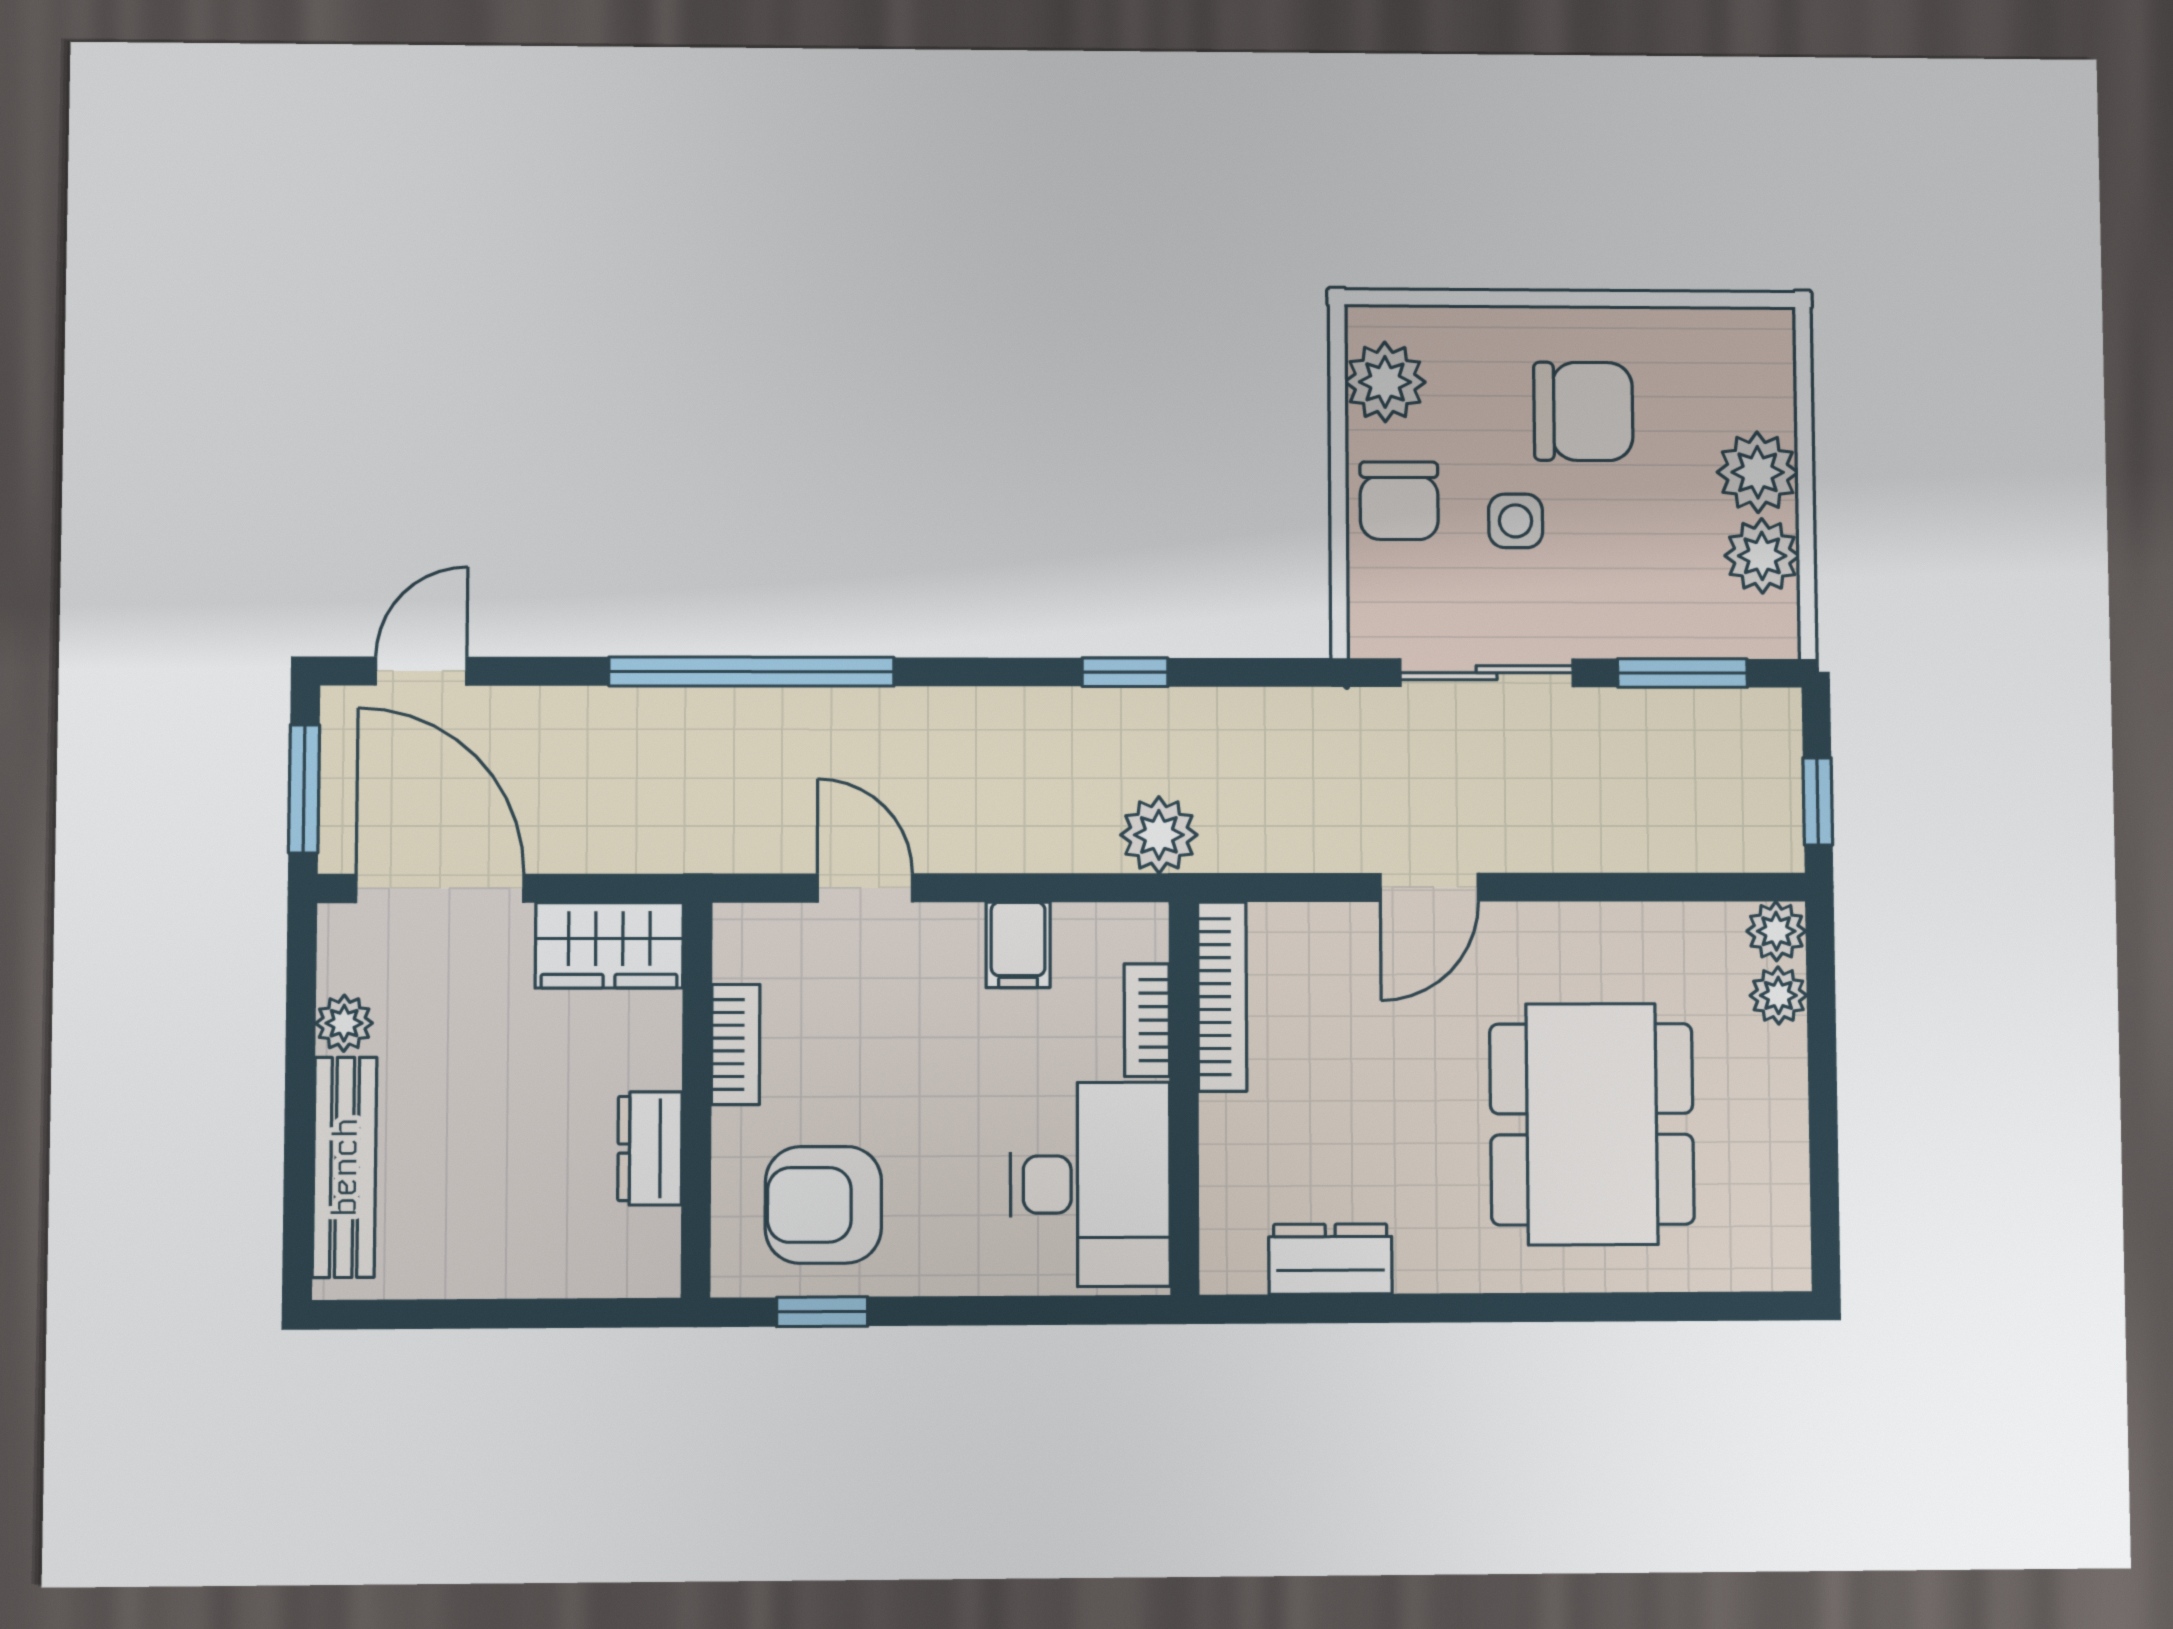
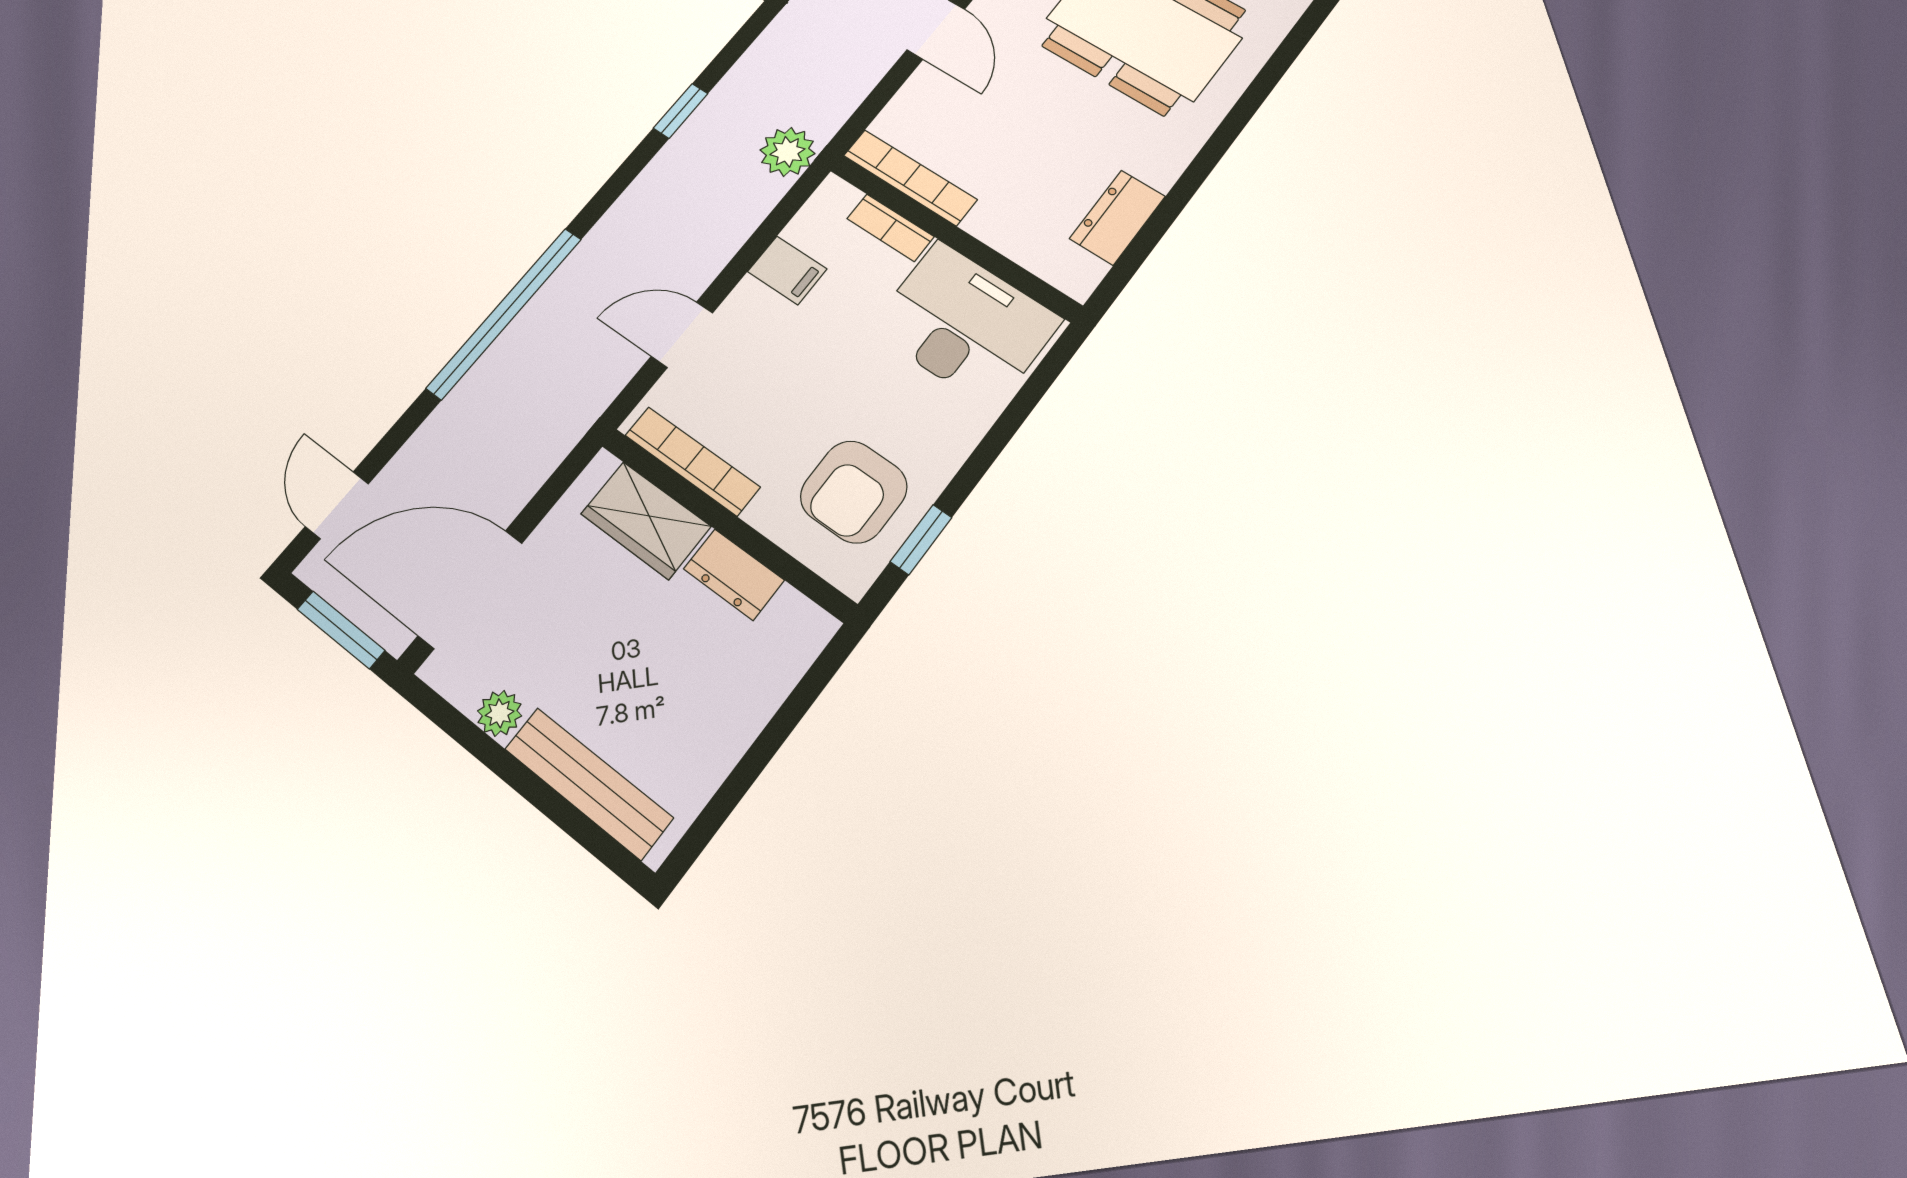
wardrobe: (609, 945) -> (646, 520), moved, turned 90
bookcase: (736, 1044) -> (692, 461), width x1.56

